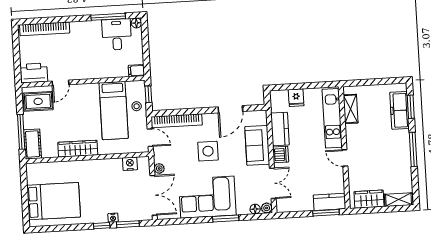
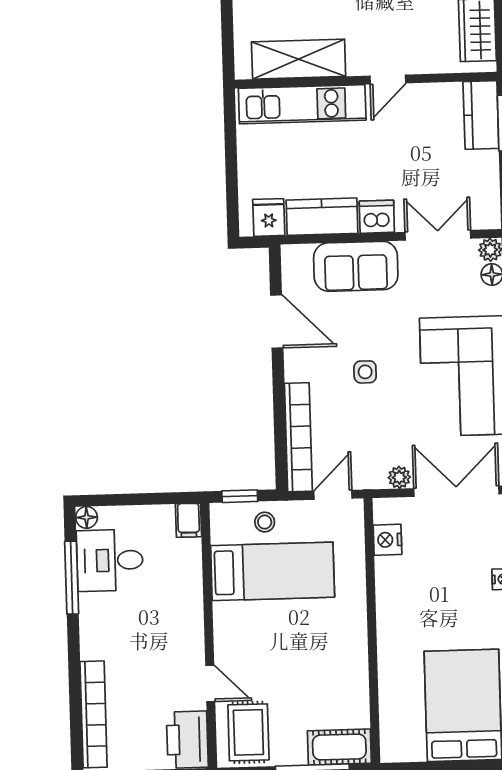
fridge: (296, 98) -> (269, 217), moved, turned -90
shelving: (351, 109) -> (299, 59), width x1.50, depth x1.33
wardrobe: (78, 149) -> (352, 650), removed
side table: (208, 151) -> (365, 372), width x0.54, depth x0.54

